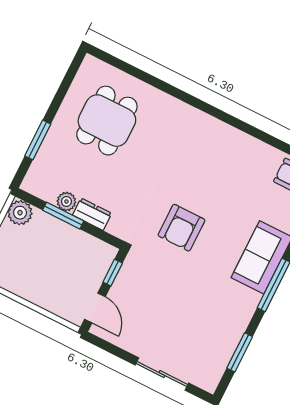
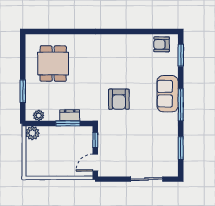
plant: (66, 201) -> (39, 115), moved
window: (63, 216) -> (68, 123), moved
door: (95, 308) -> (95, 163), swing flipped

